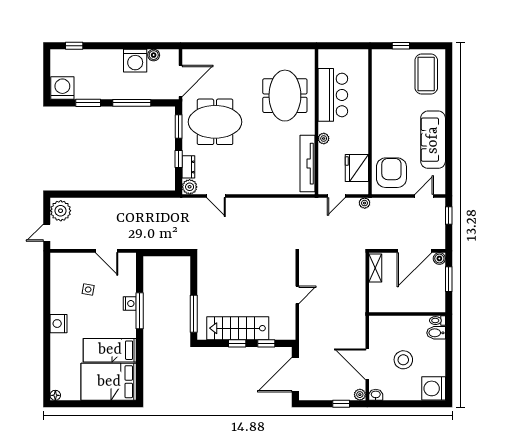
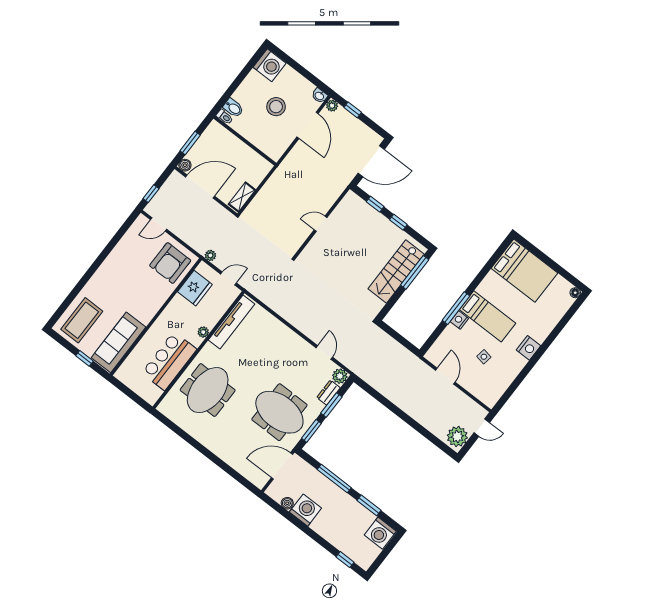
sofa: (433, 140) -> (119, 342), moved, turned 180
window: (179, 159) -> (331, 405), width x1.50
stairs: (238, 328) -> (396, 271), moved, turned 90
bed: (110, 350) -> (487, 316), moved

